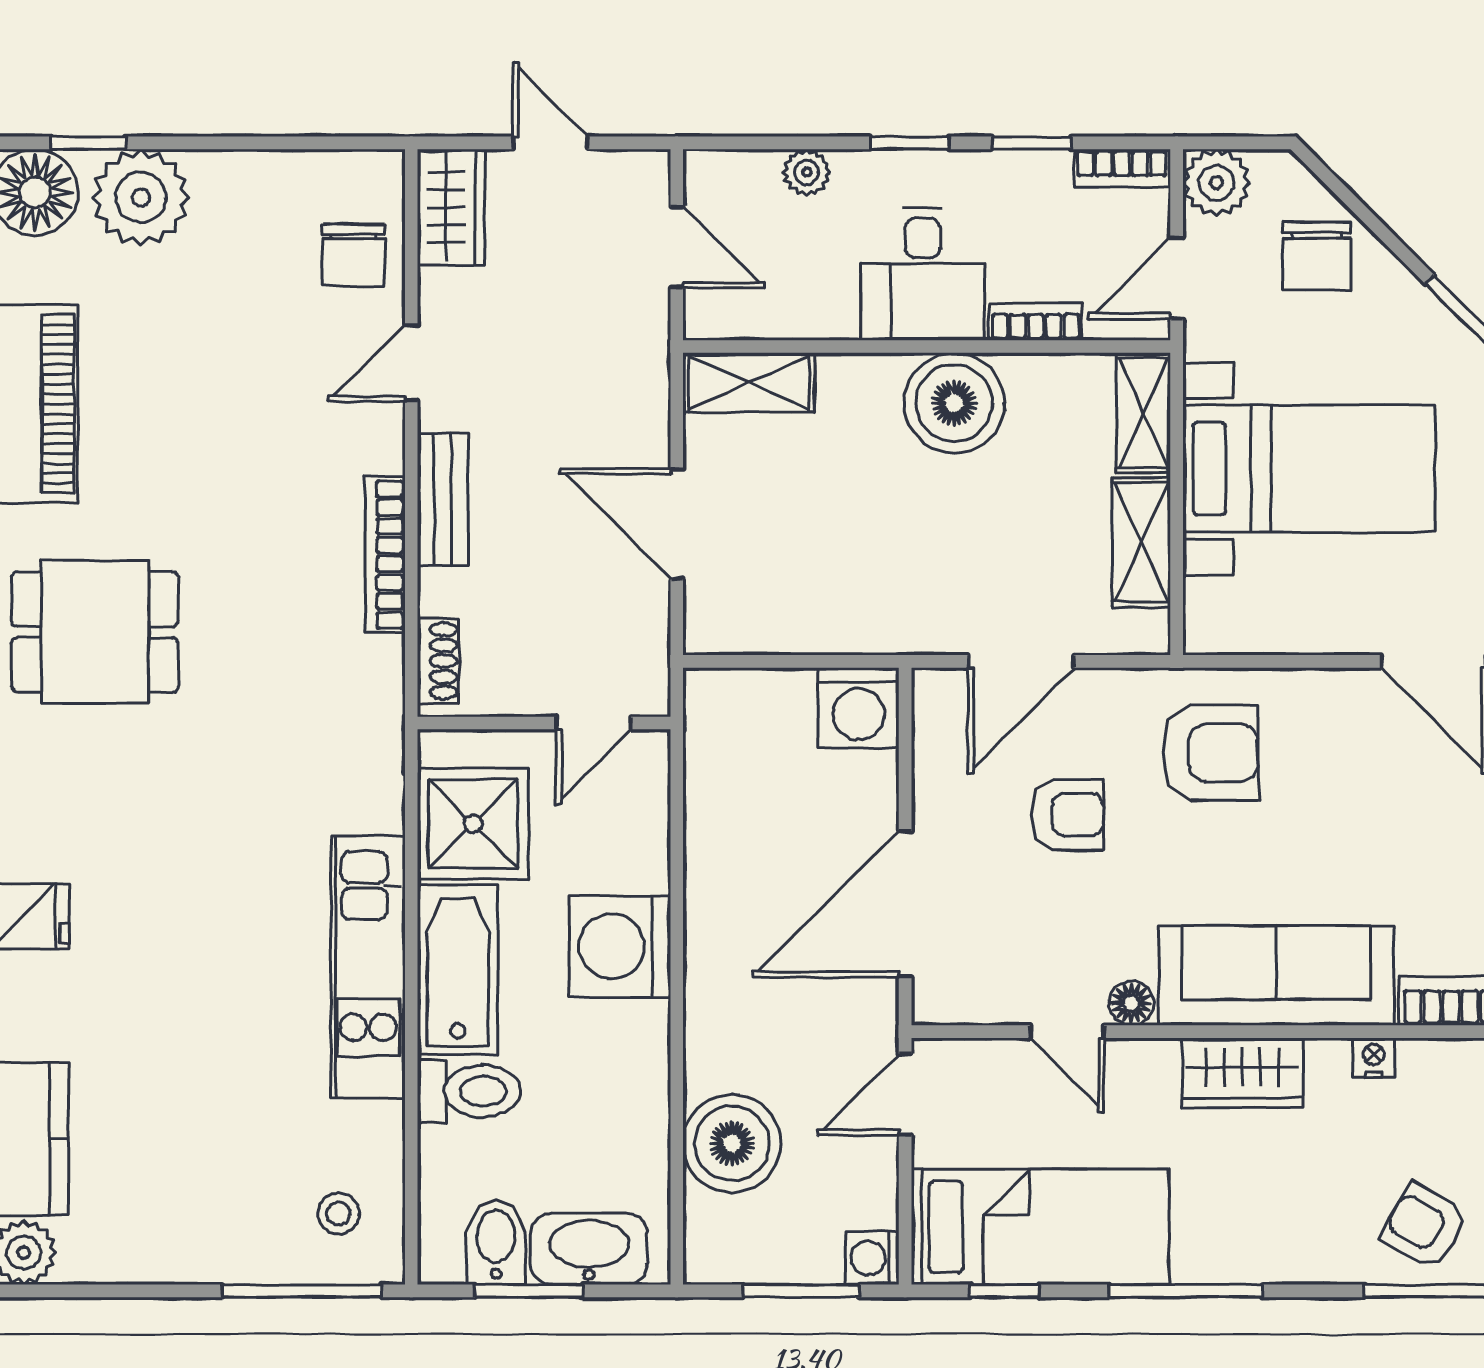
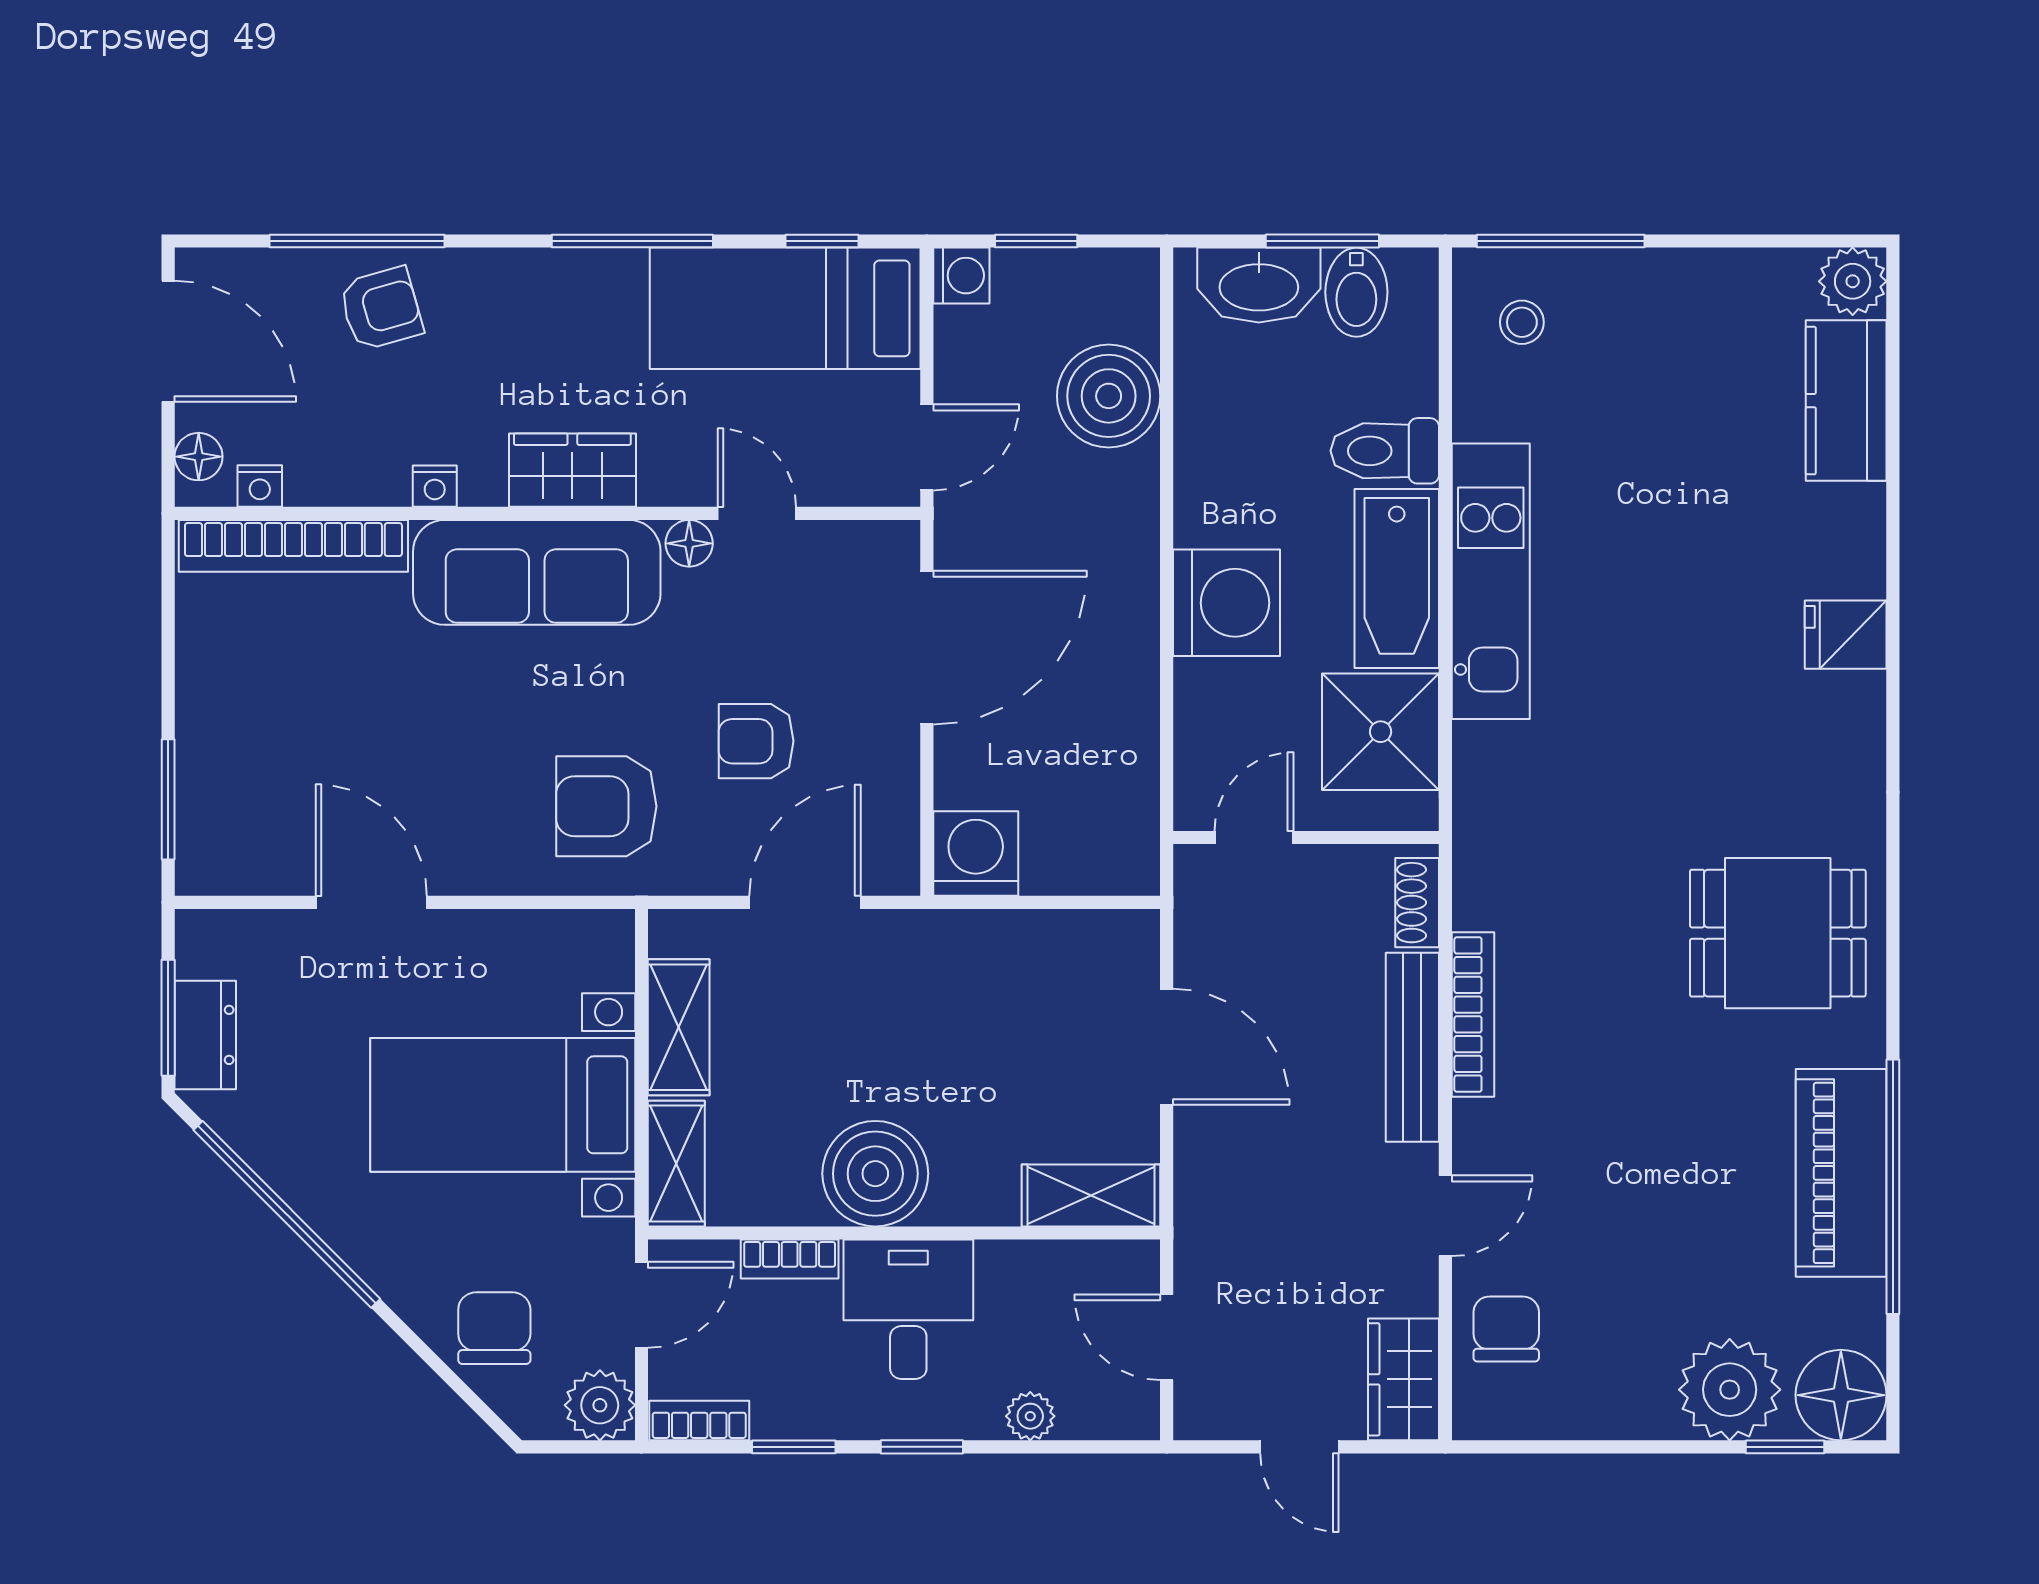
bench: (443, 499) -> (1412, 1047), width x1.36
armchair: (1425, 1227) -> (381, 309), turned -46
window: (801, 1291) -> (1036, 241), width x0.67

